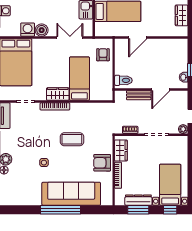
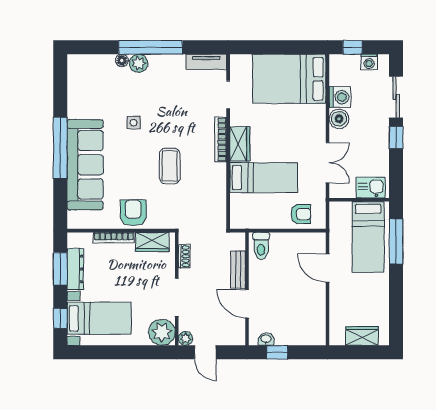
plant: (179, 144) -> (162, 332), added

